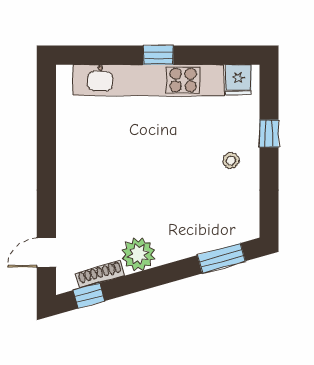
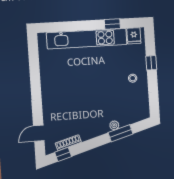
window: (158, 55) -> (112, 24), moved
plant: (138, 254) -> (114, 125), moved, width x0.53, depth x0.53
window: (221, 258) -> (121, 133), moved

